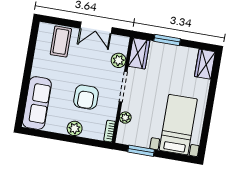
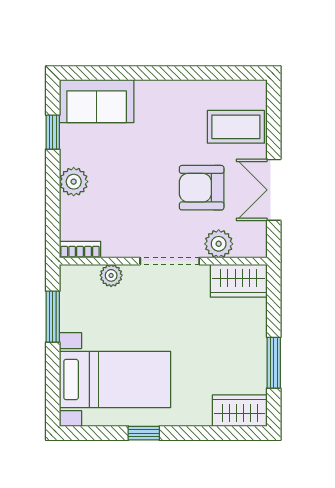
window: (167, 40) -> (274, 363), moved
armchair: (86, 97) -> (202, 188), moved
sofa: (37, 103) -> (97, 101), width x0.73
window: (208, 115) -> (144, 433), added
window: (48, 135) -> (53, 132), added

